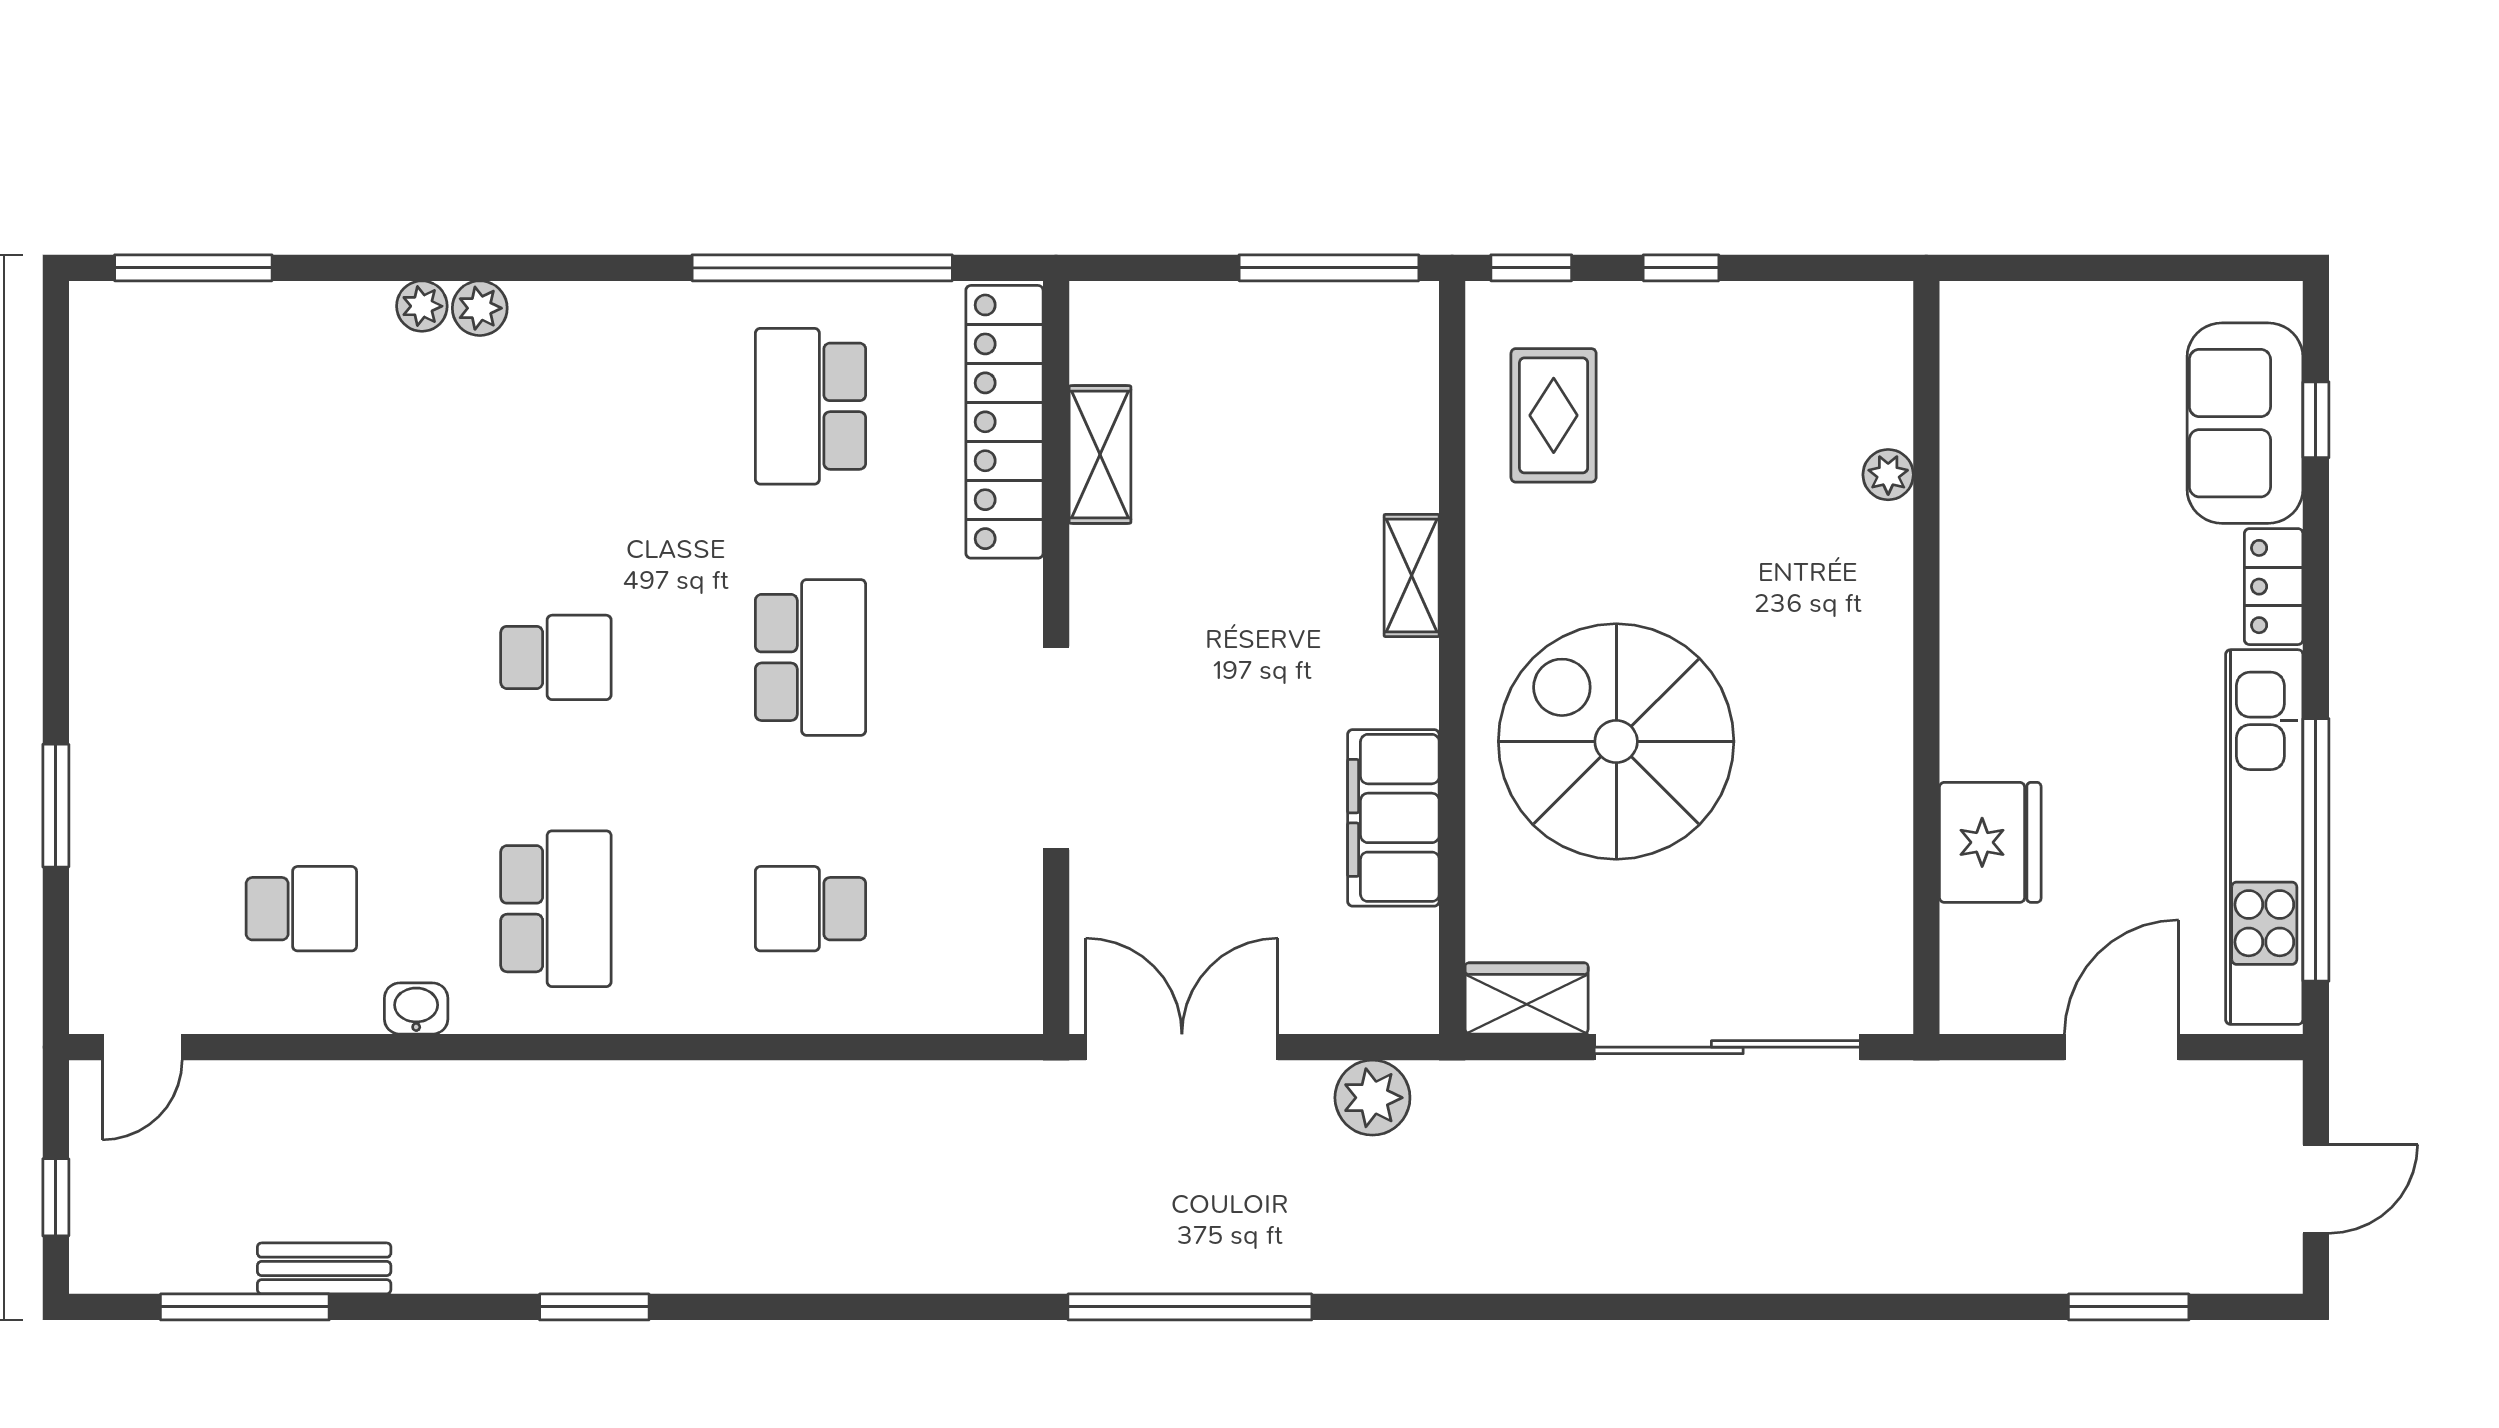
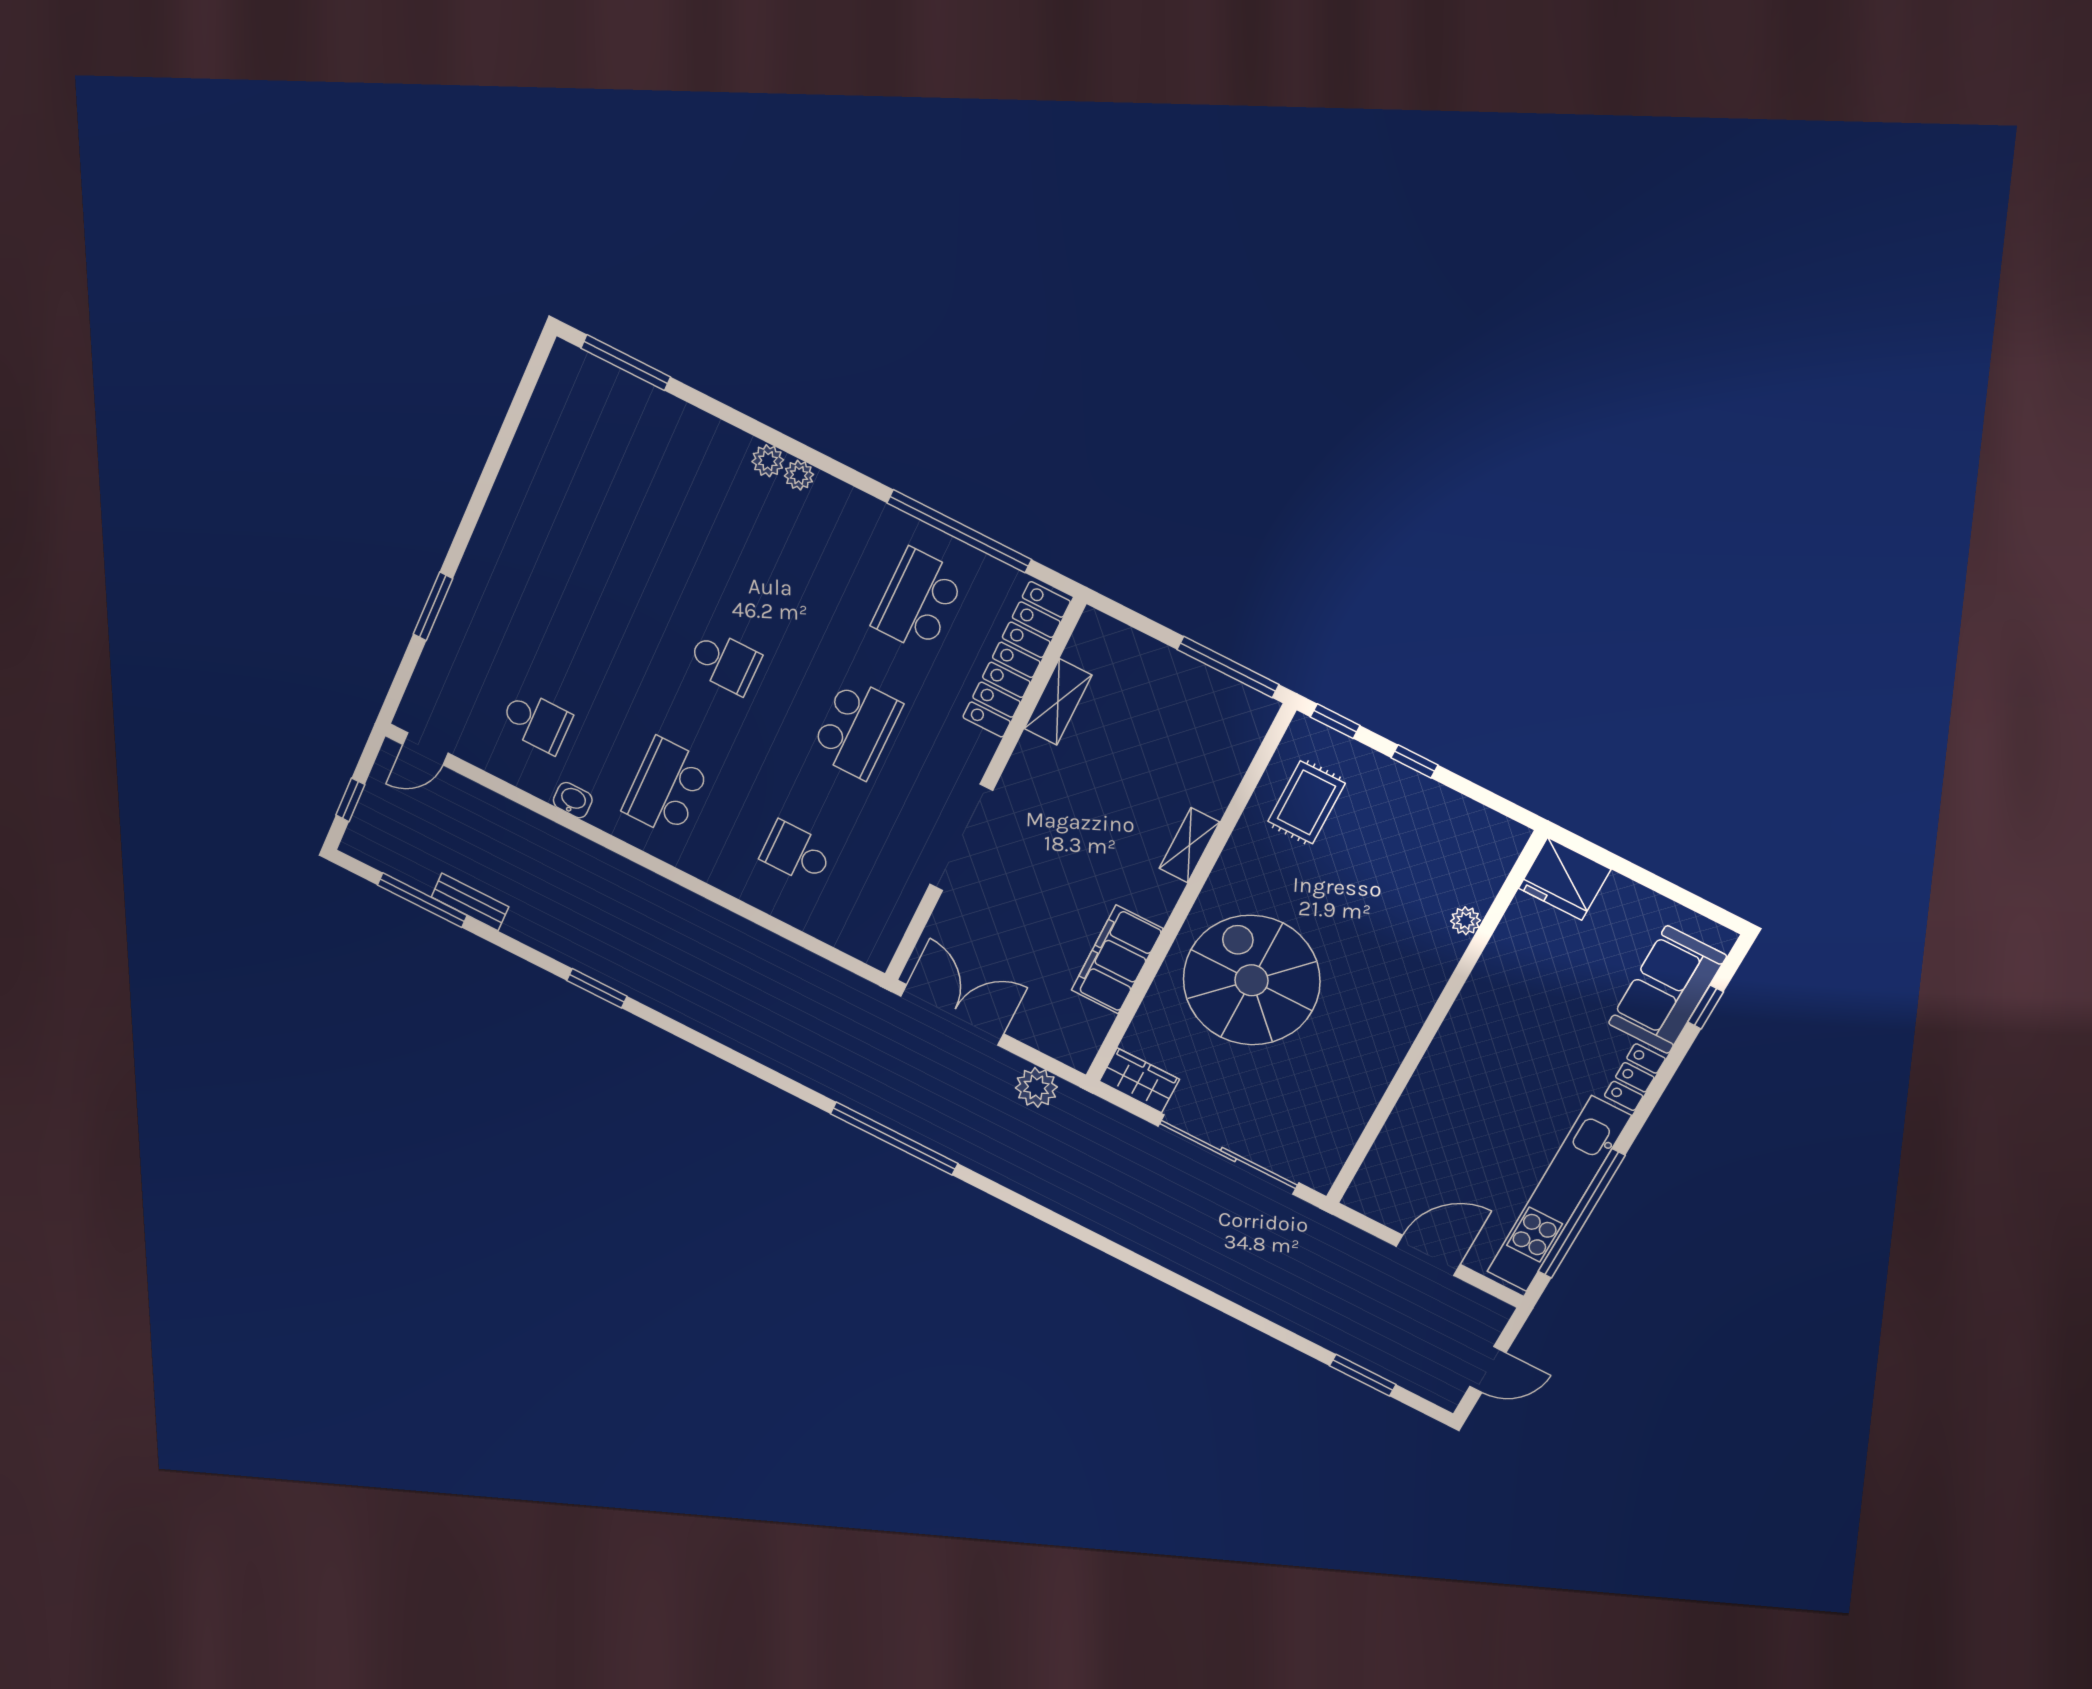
plant: (422, 306) -> (799, 475), moved
fridge: (1990, 842) -> (1565, 879), moved, turned 90
school desk: (556, 909) -> (666, 787), turned 180

